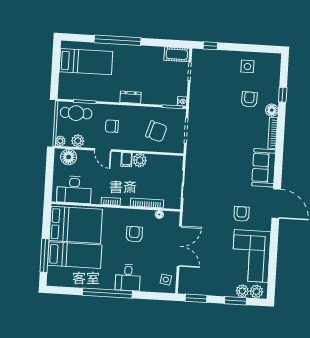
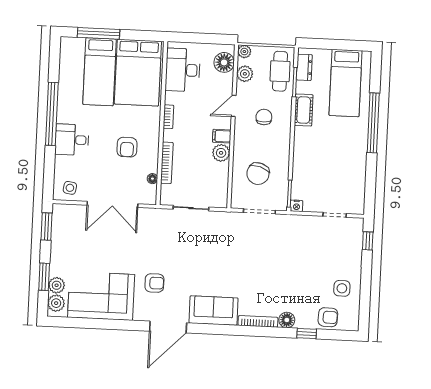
cot: (177, 54) -> (304, 110), moved
dresser: (130, 97) -> (304, 67), moved
armchair: (249, 99) -> (328, 317), moved
armchair: (134, 234) -> (127, 147), turned 90

